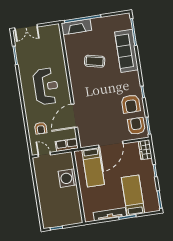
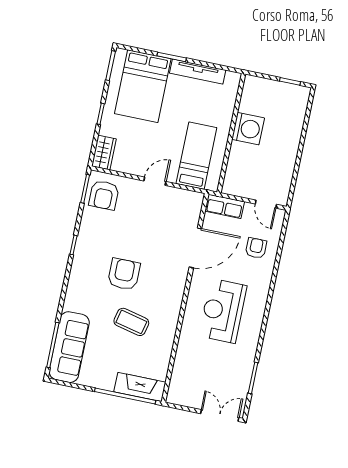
sofa: (127, 51) -> (69, 347), moved
armchair: (131, 104) -> (124, 274), moved
door: (111, 144) -> (155, 181), width x0.53
washing machine: (68, 178) -> (248, 129), moved
bed: (133, 195) -> (143, 86), width x1.50

